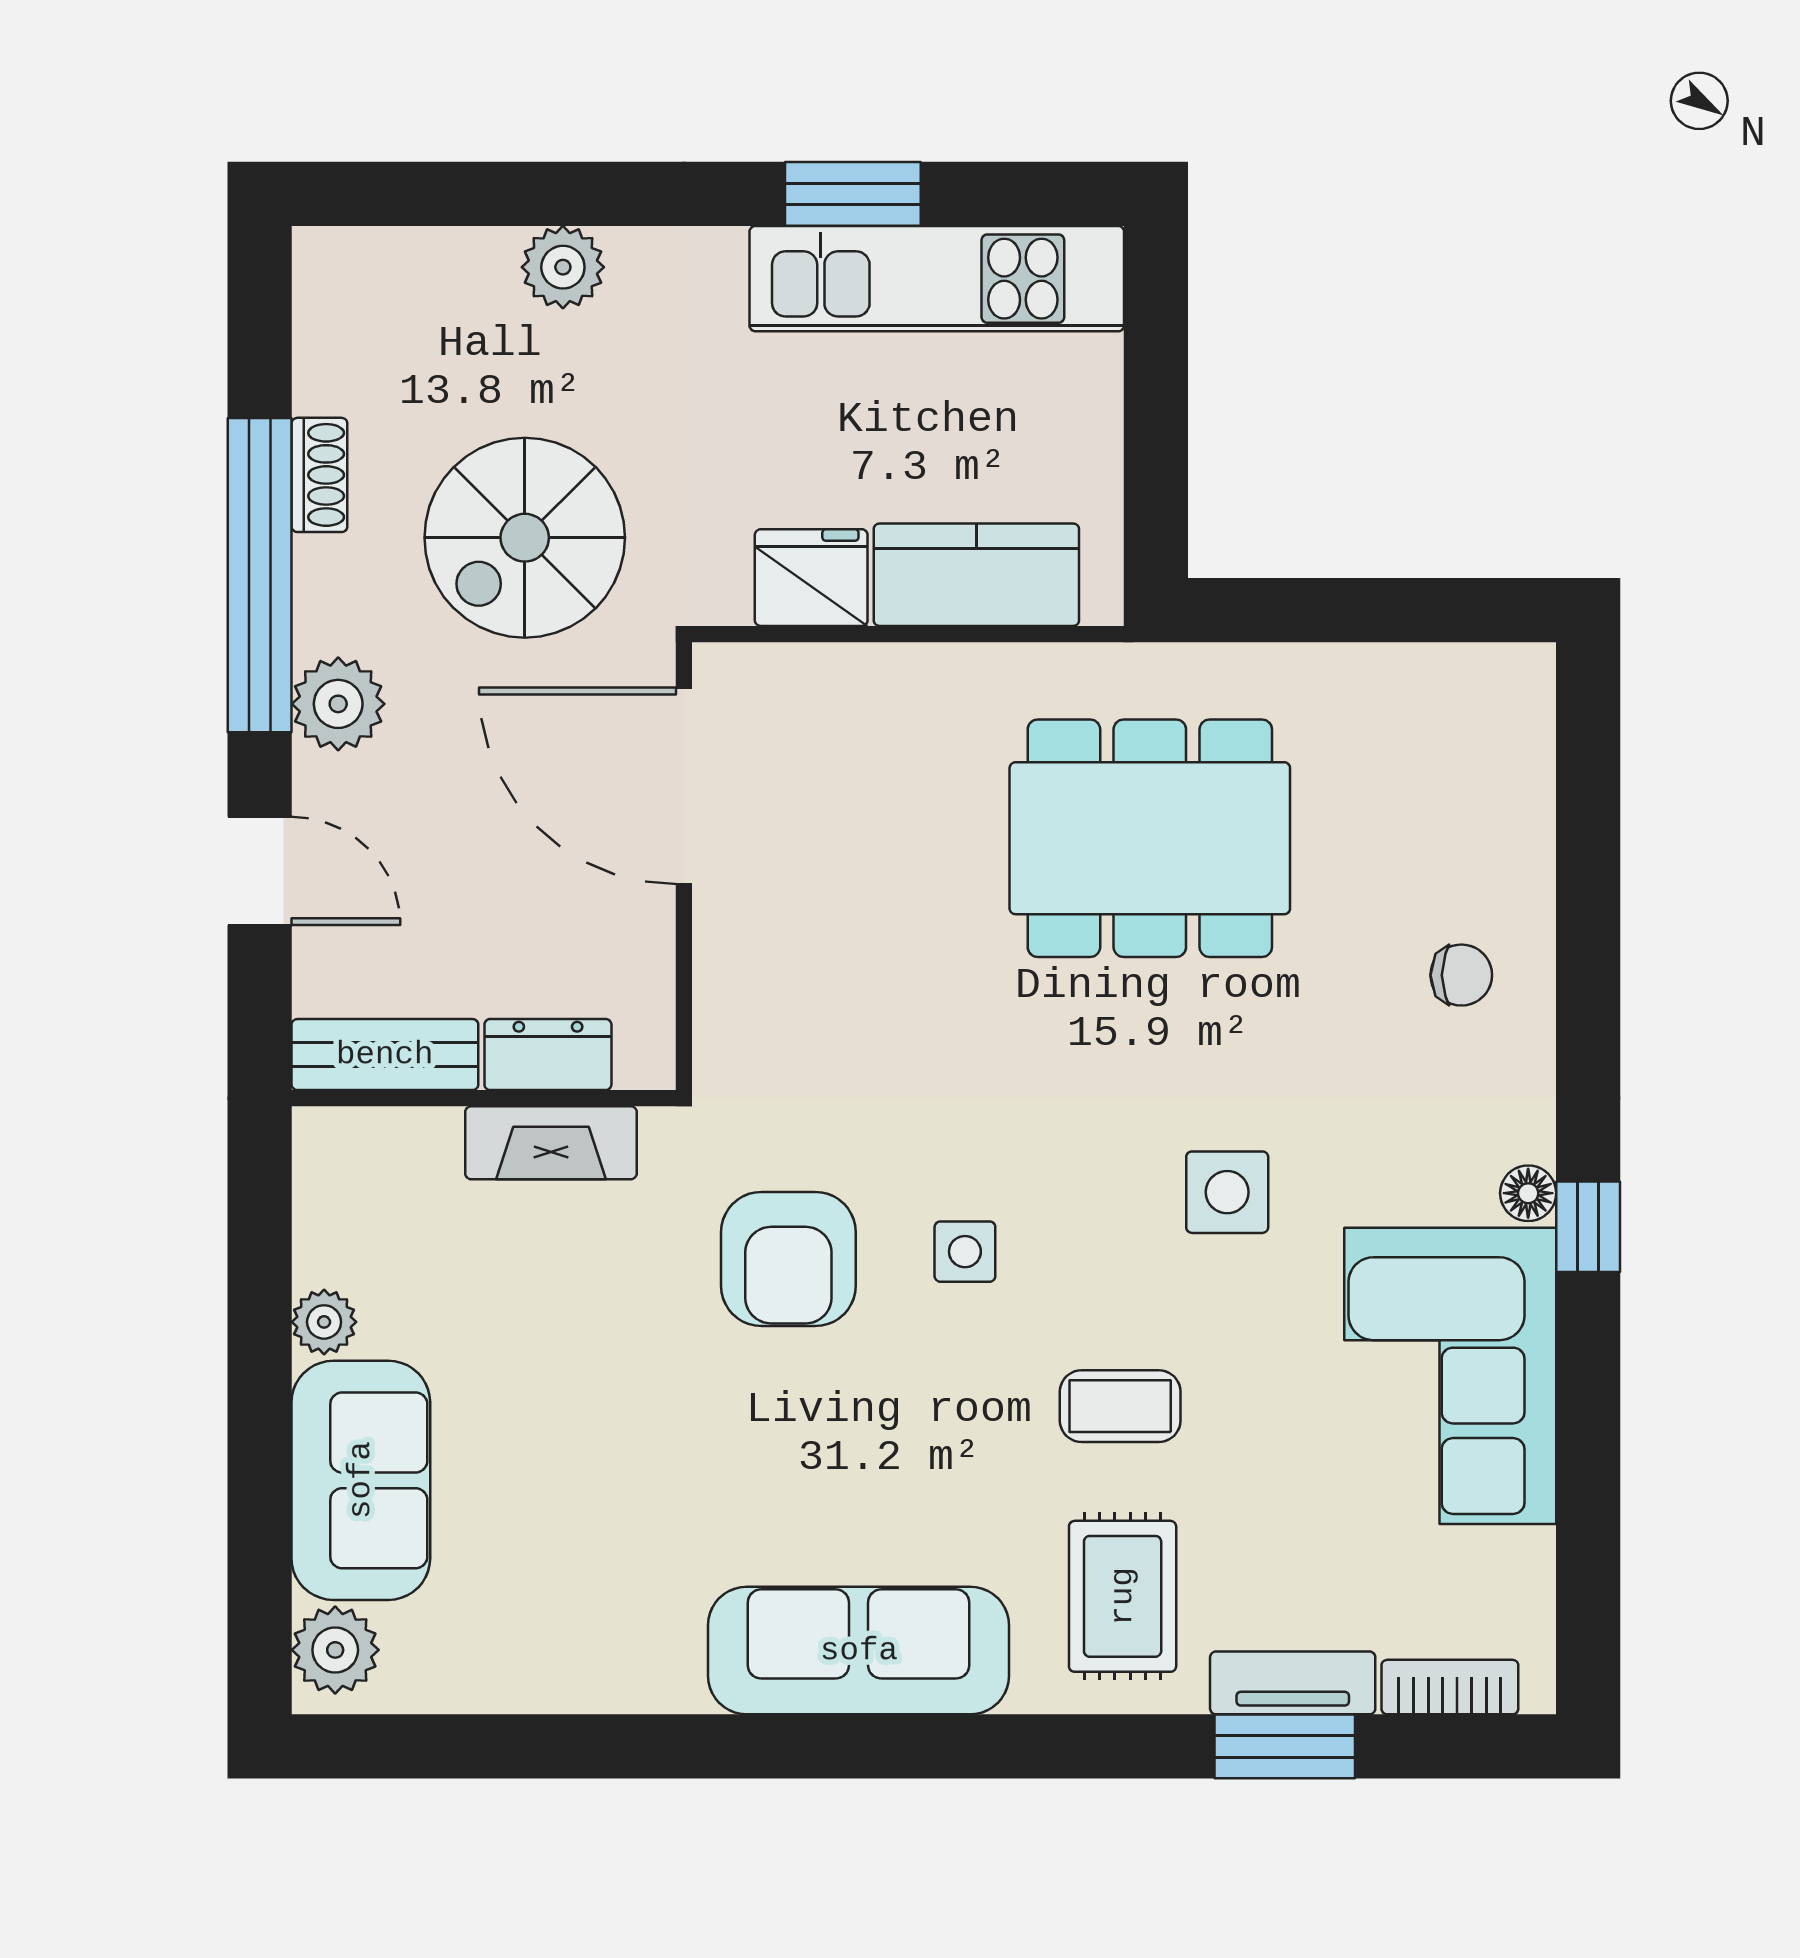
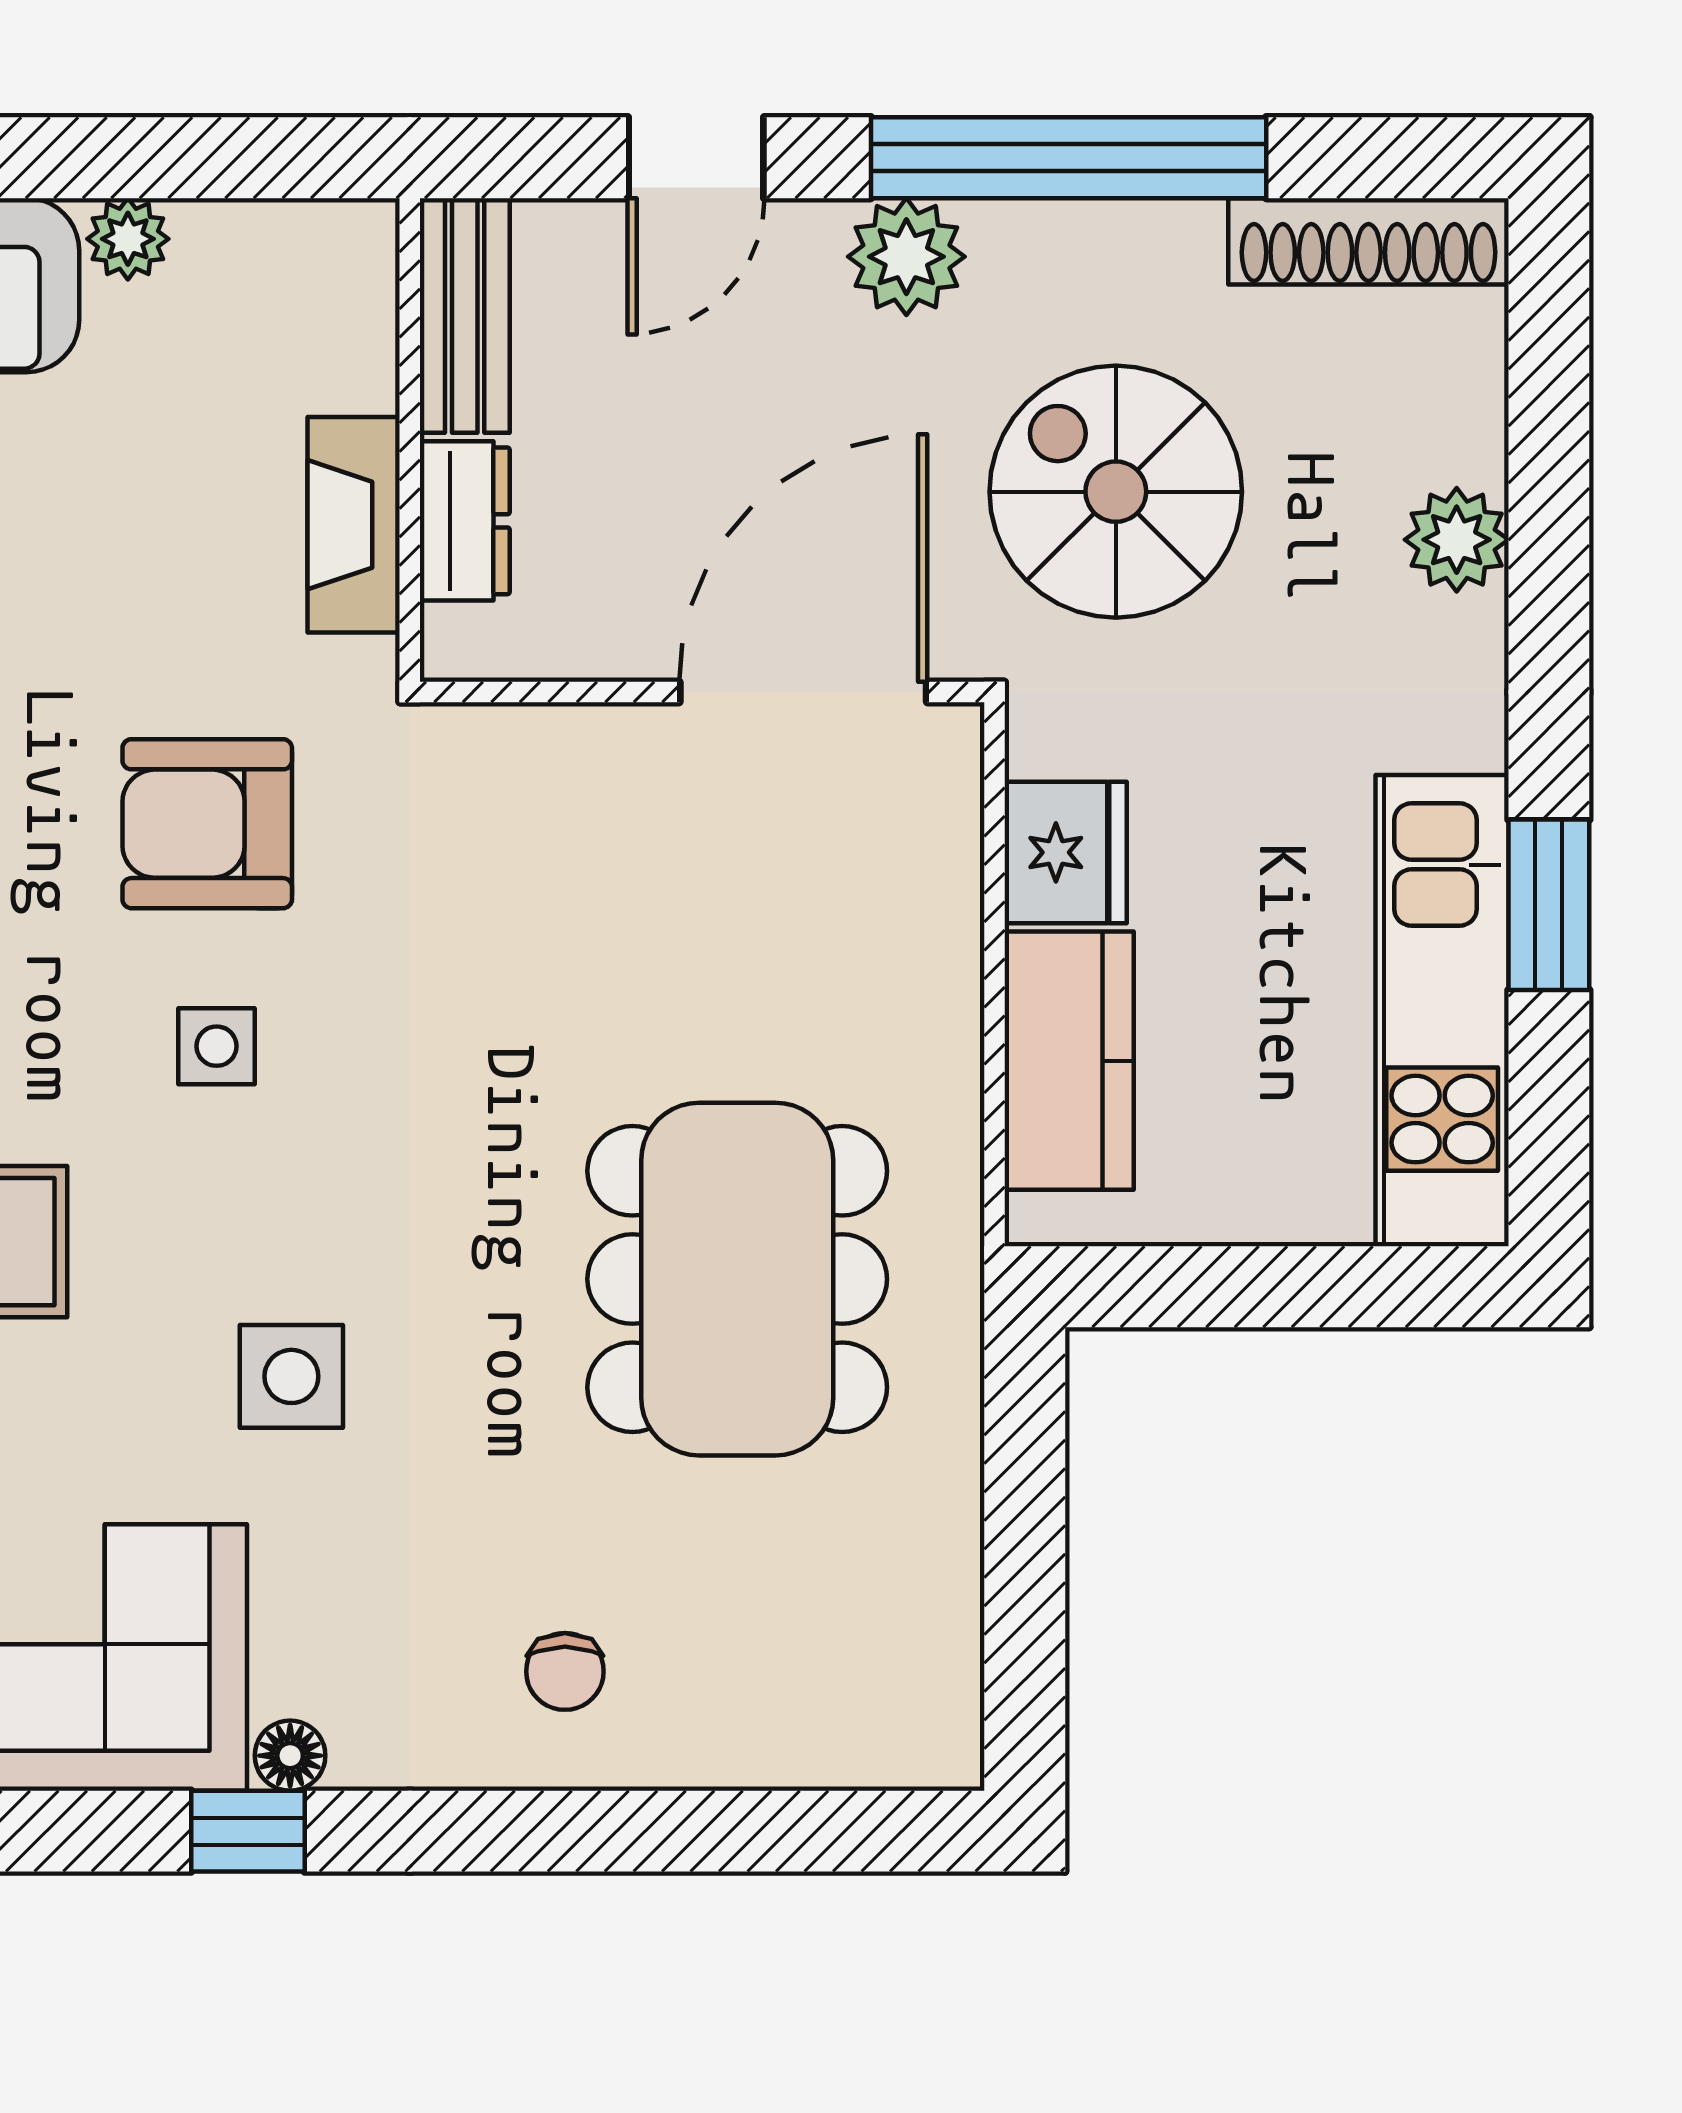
shoe rack: (319, 475) -> (1369, 241), moved, width x1.94, depth x1.24

